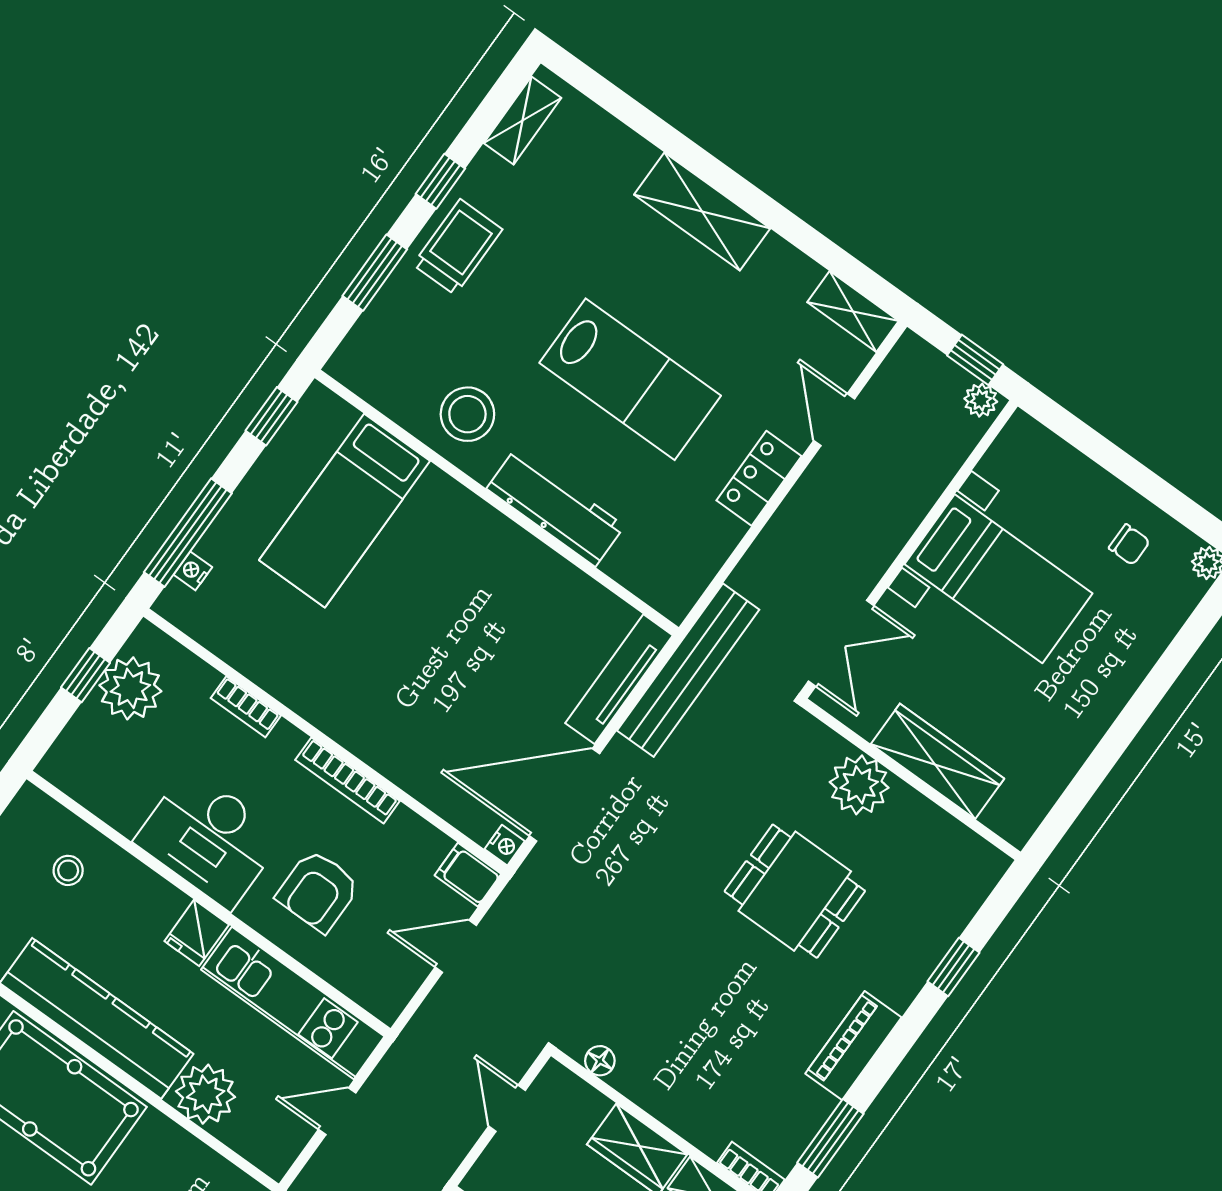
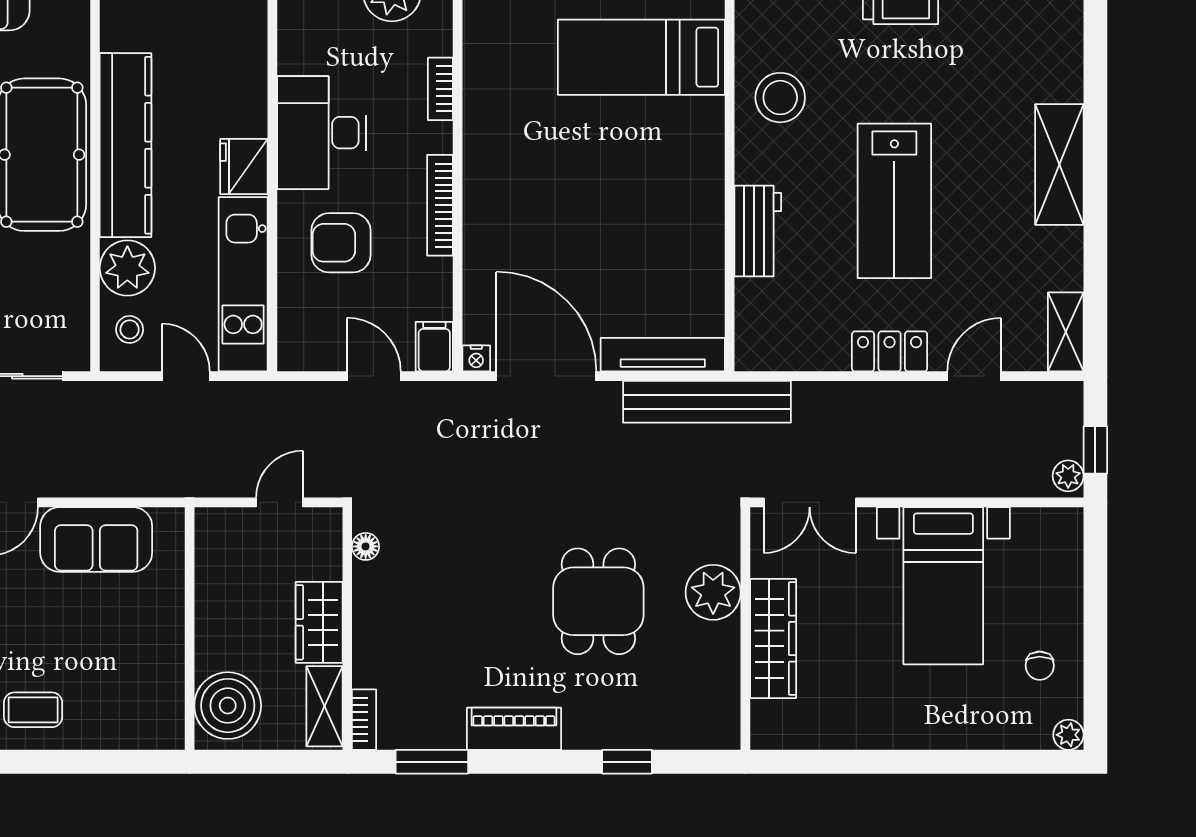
workbench: (555, 507) -> (758, 231), width x0.73
stool: (68, 870) -> (130, 329), moved
fridge: (197, 933) -> (244, 166), width x1.38

